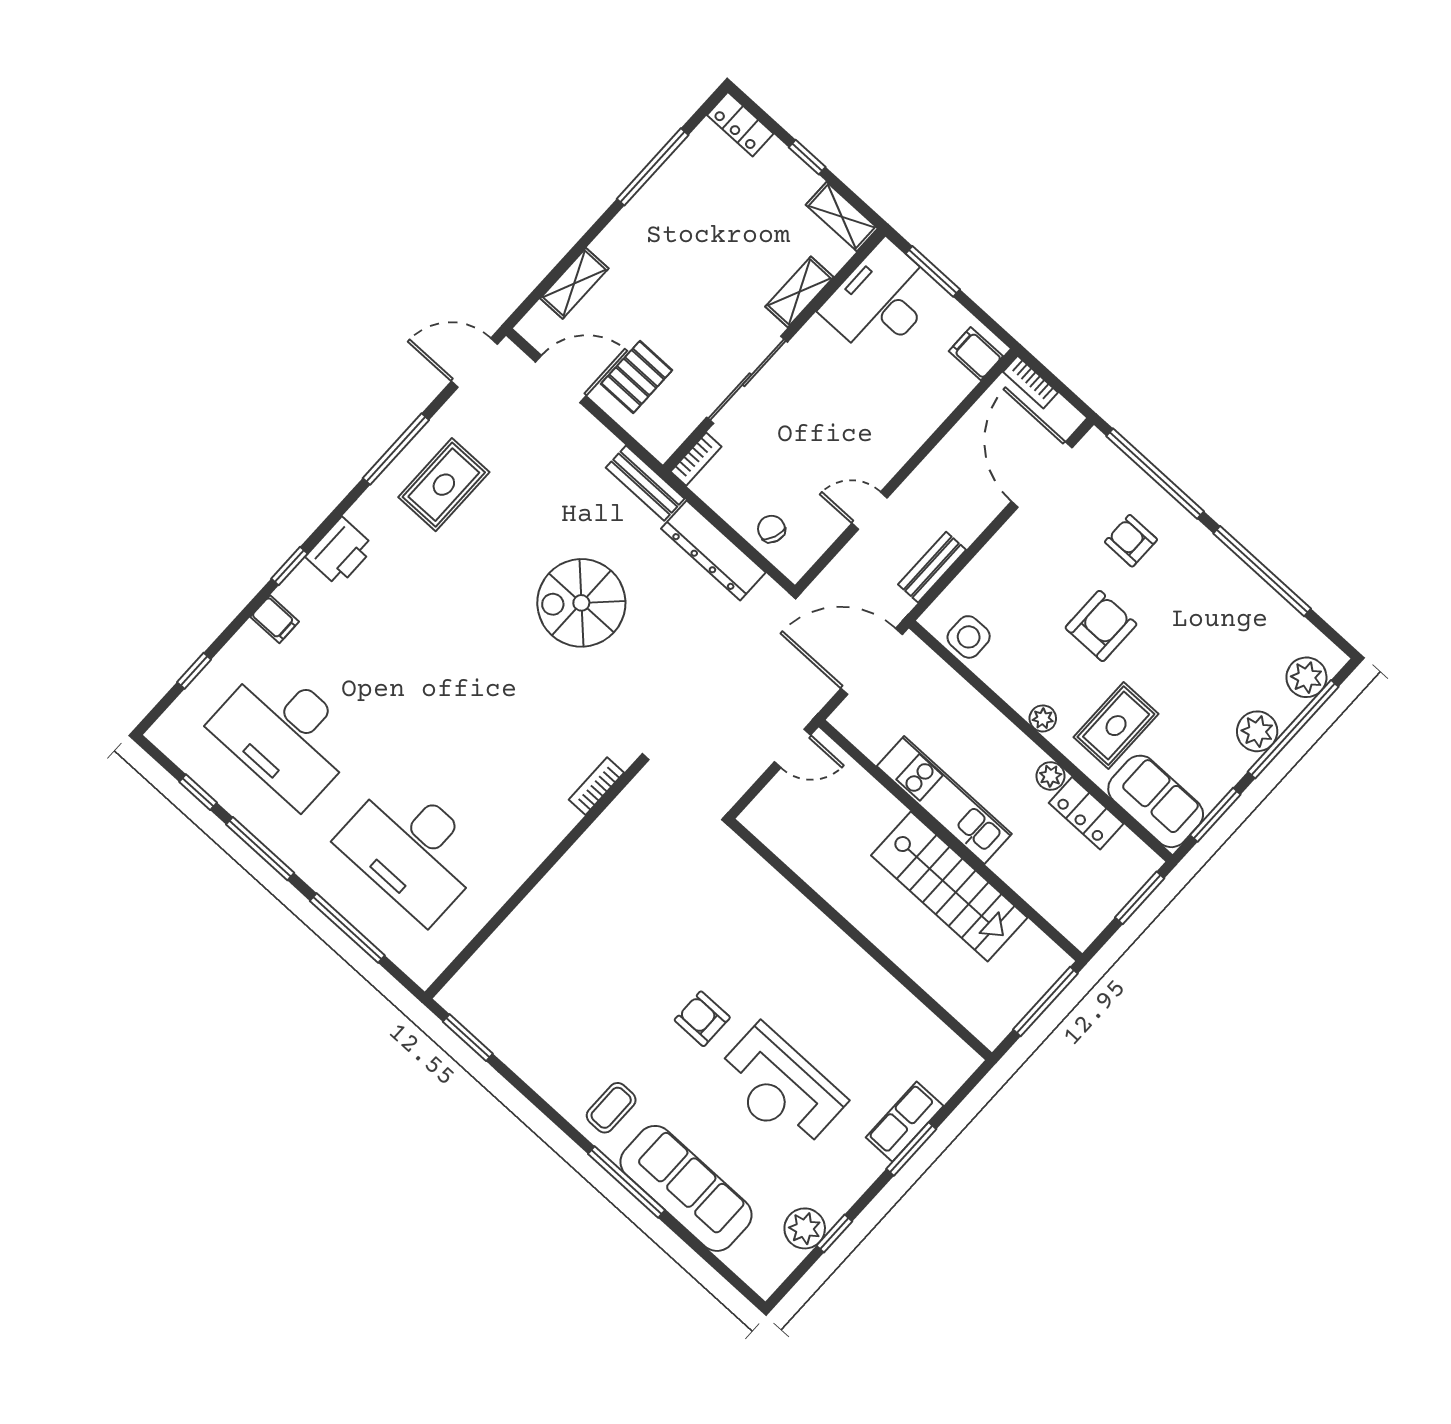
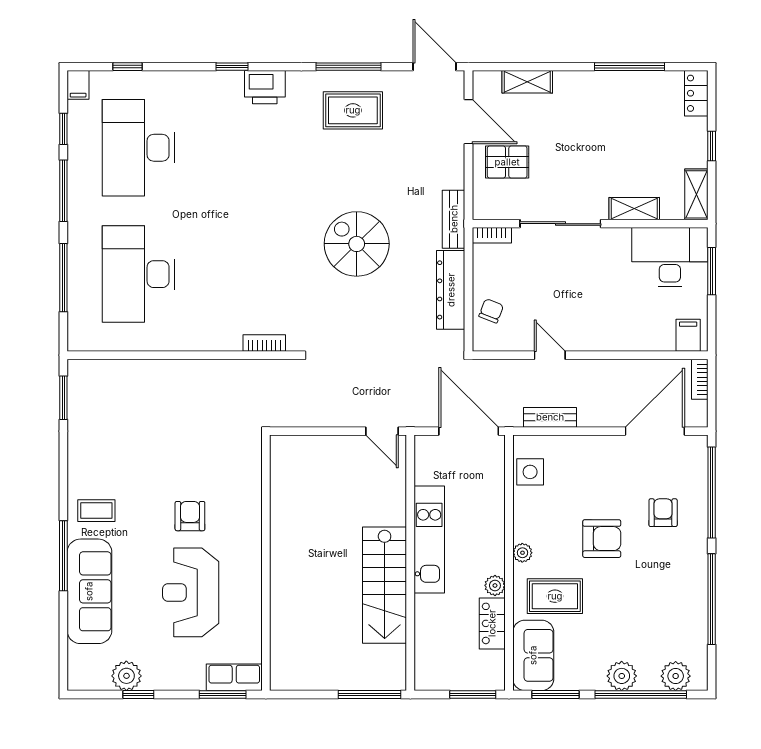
filing cabinet: (275, 619) -> (78, 85), moved
wall: (860, 939) -> (266, 563), moved

